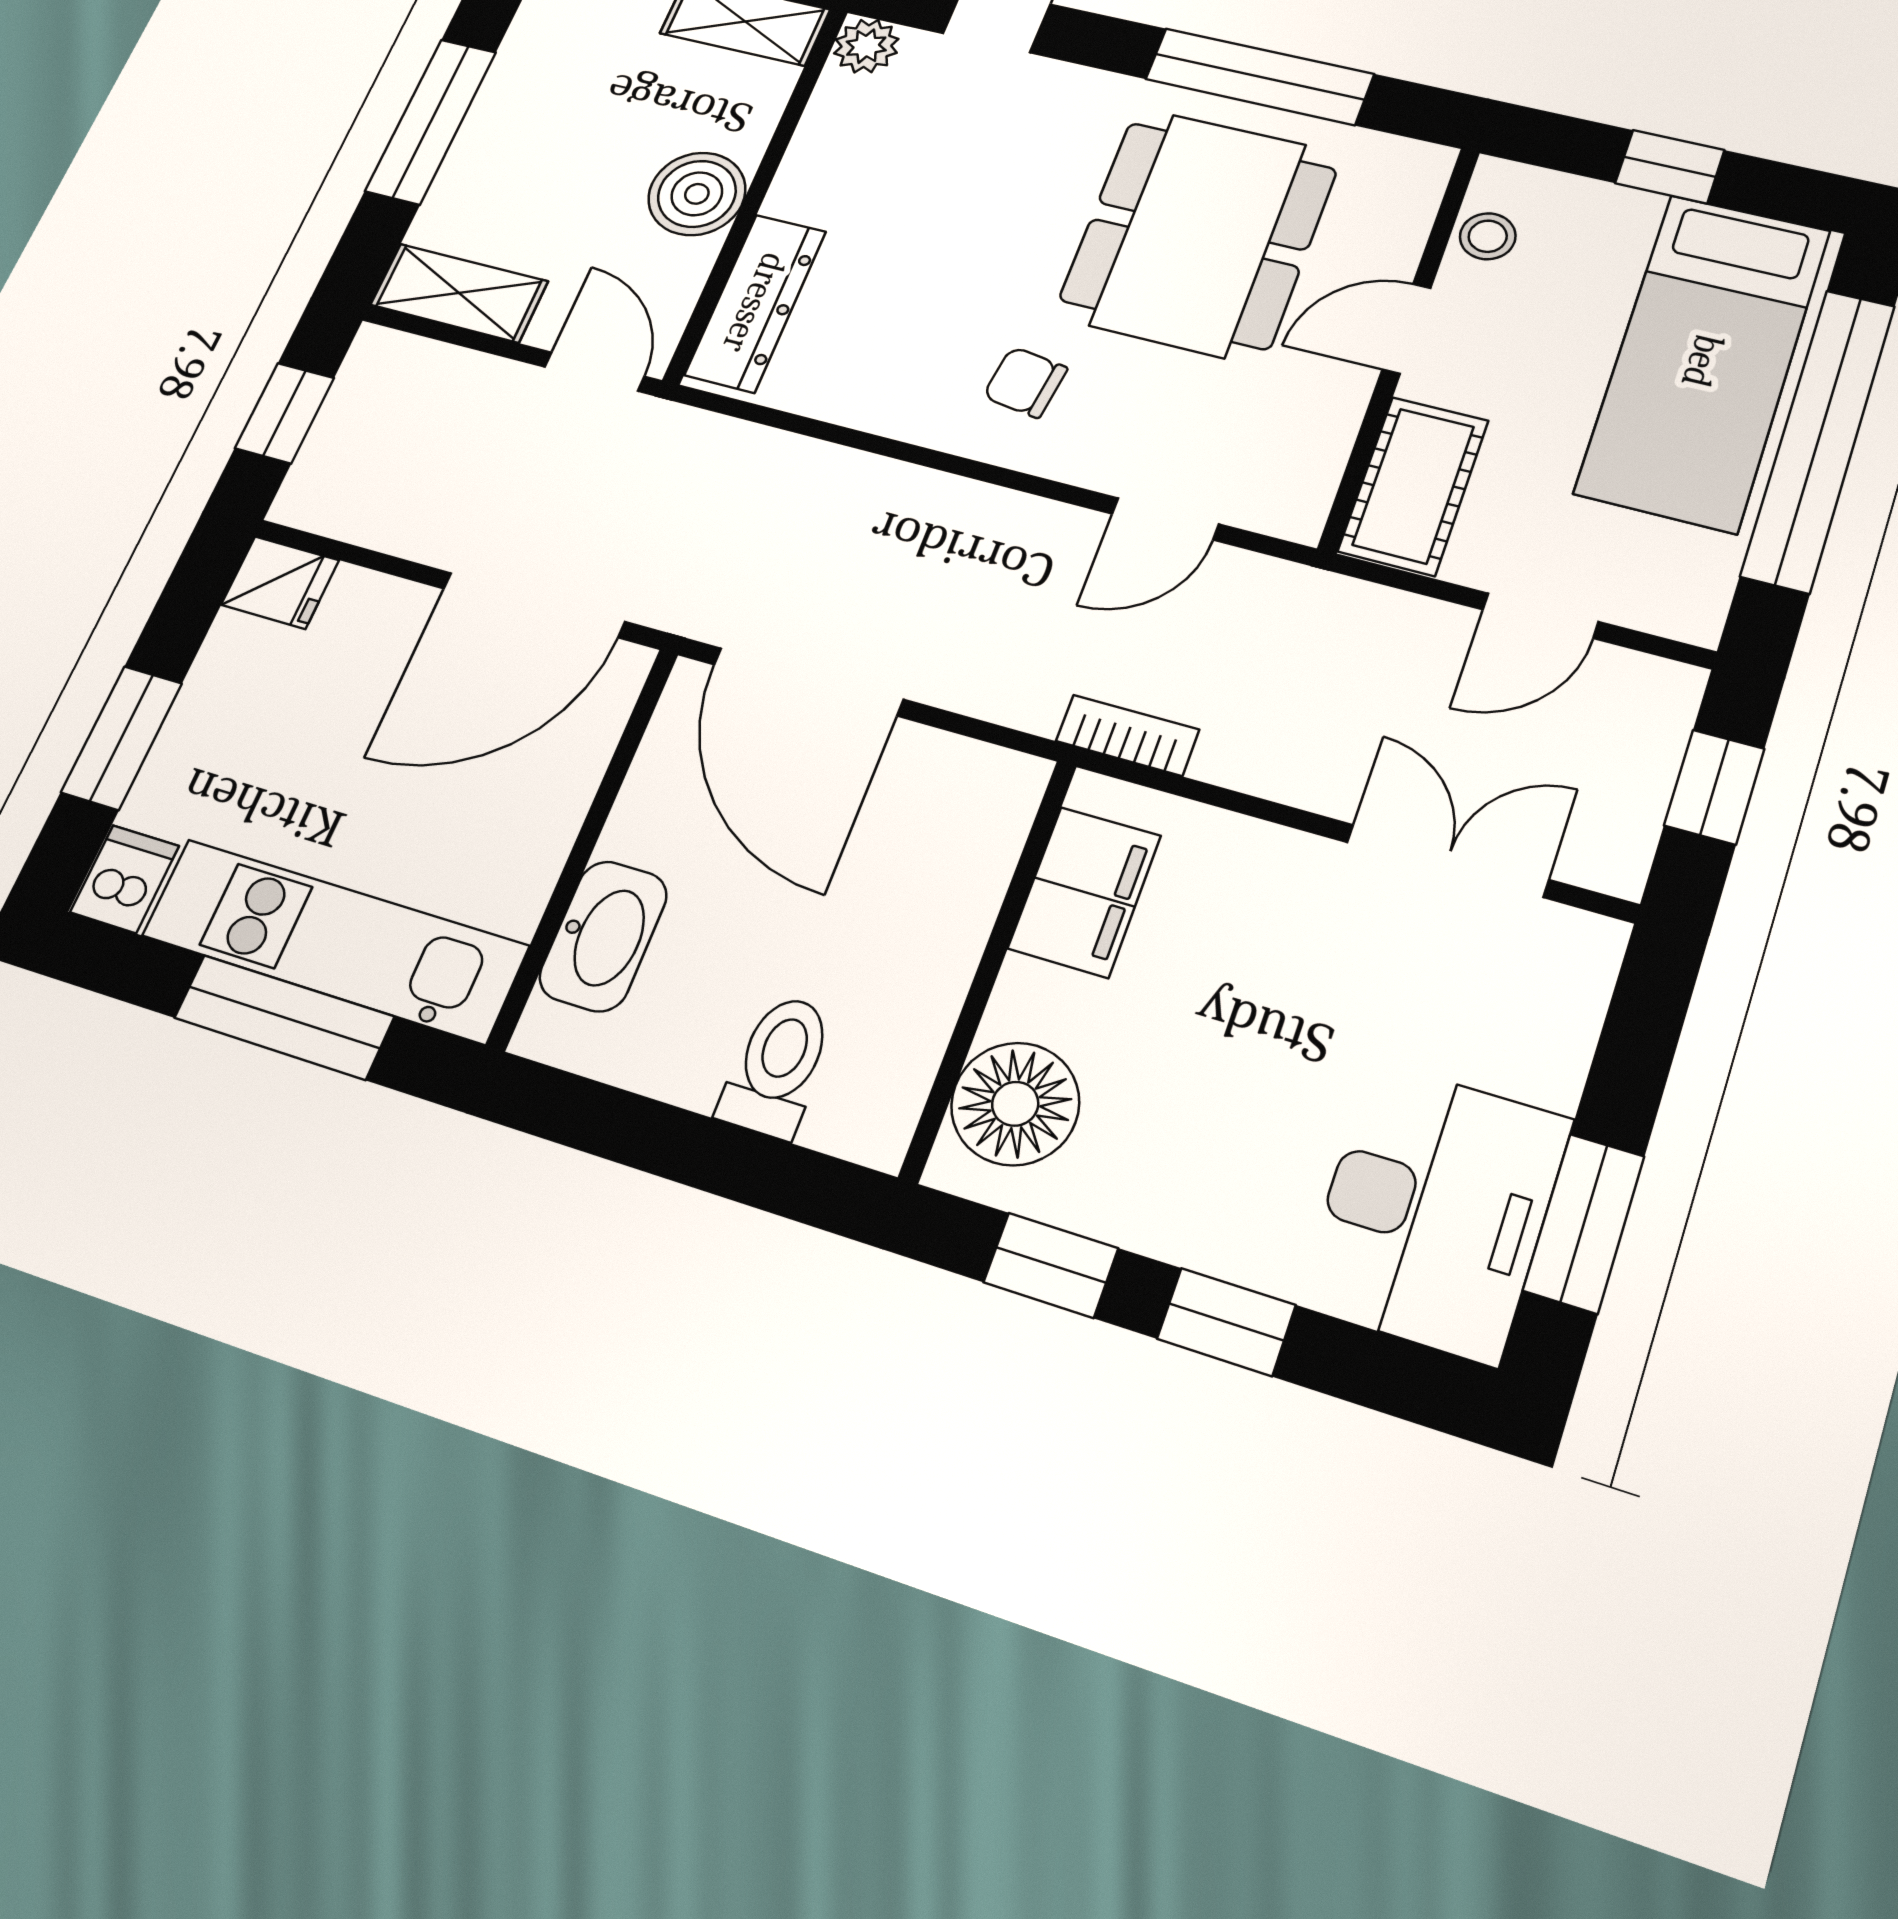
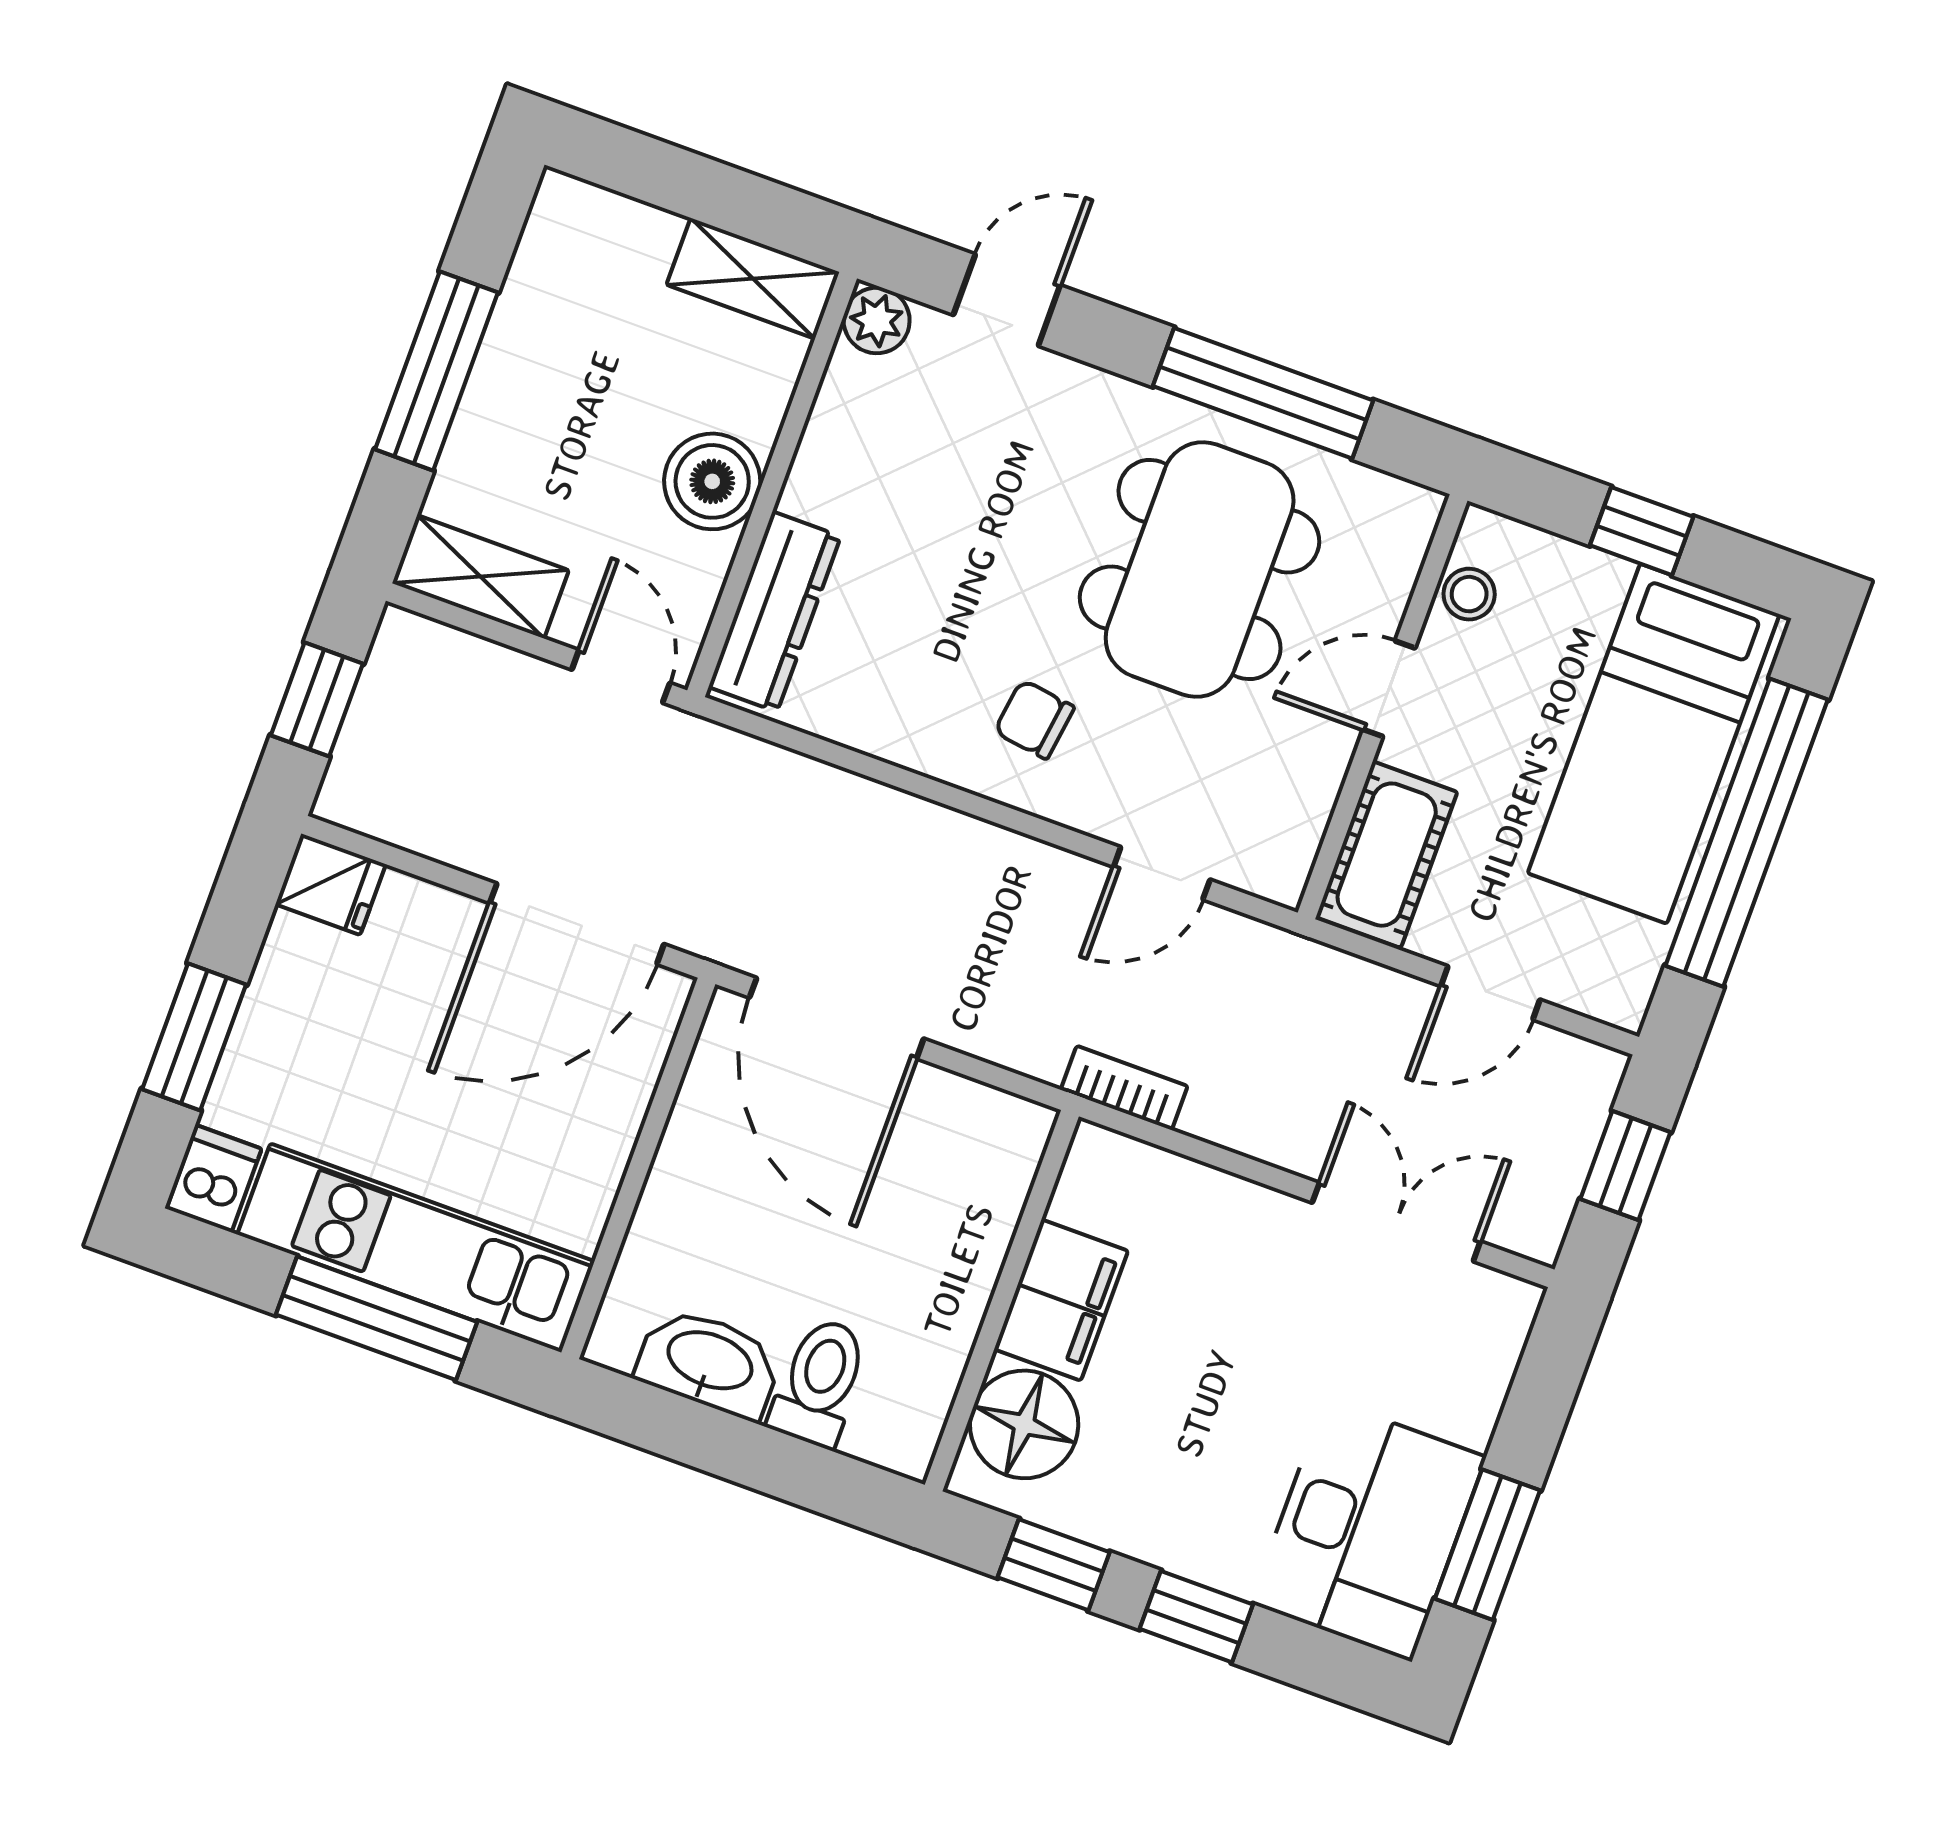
filing cabinet: (1085, 892) -> (1061, 1300), moved
washbasin: (603, 936) -> (709, 1363), moved, turned -90

